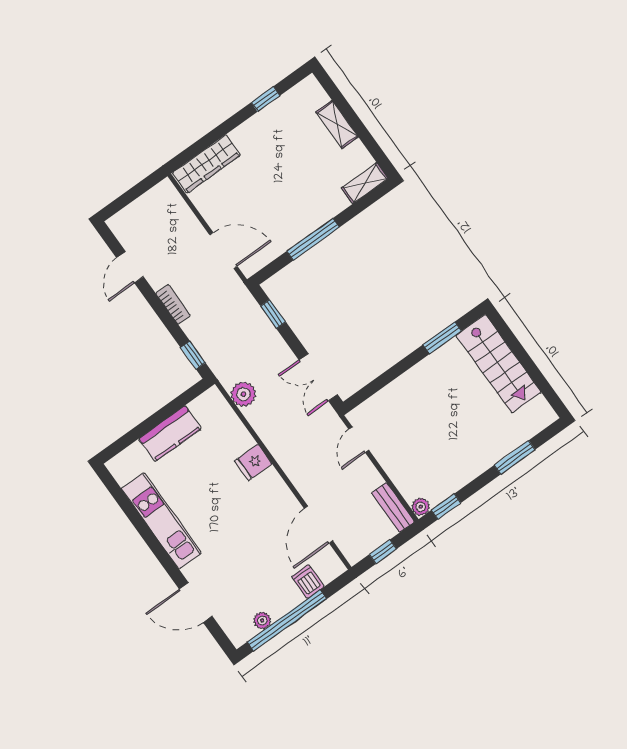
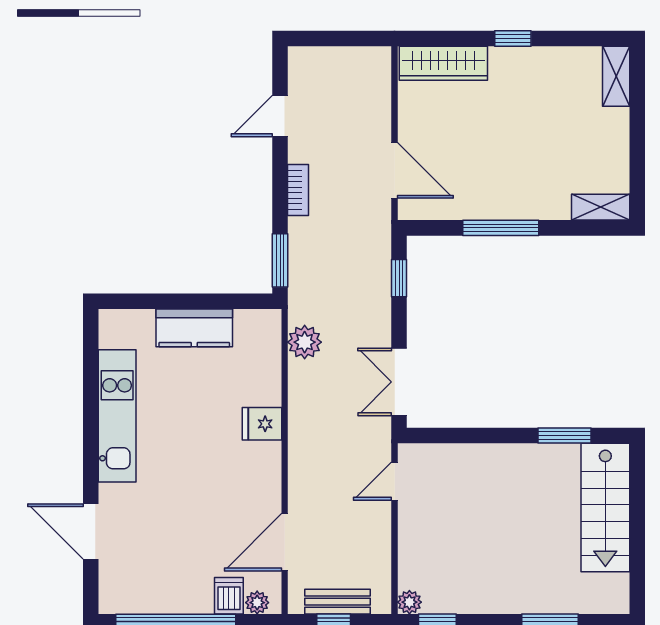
window: (265, 99) -> (513, 39), moved
shelving: (337, 124) -> (616, 76), moved
window: (193, 355) -> (280, 260), width x1.50
bench: (393, 507) -> (338, 602), moved, turned 90
plant: (262, 620) -> (257, 603), moved

